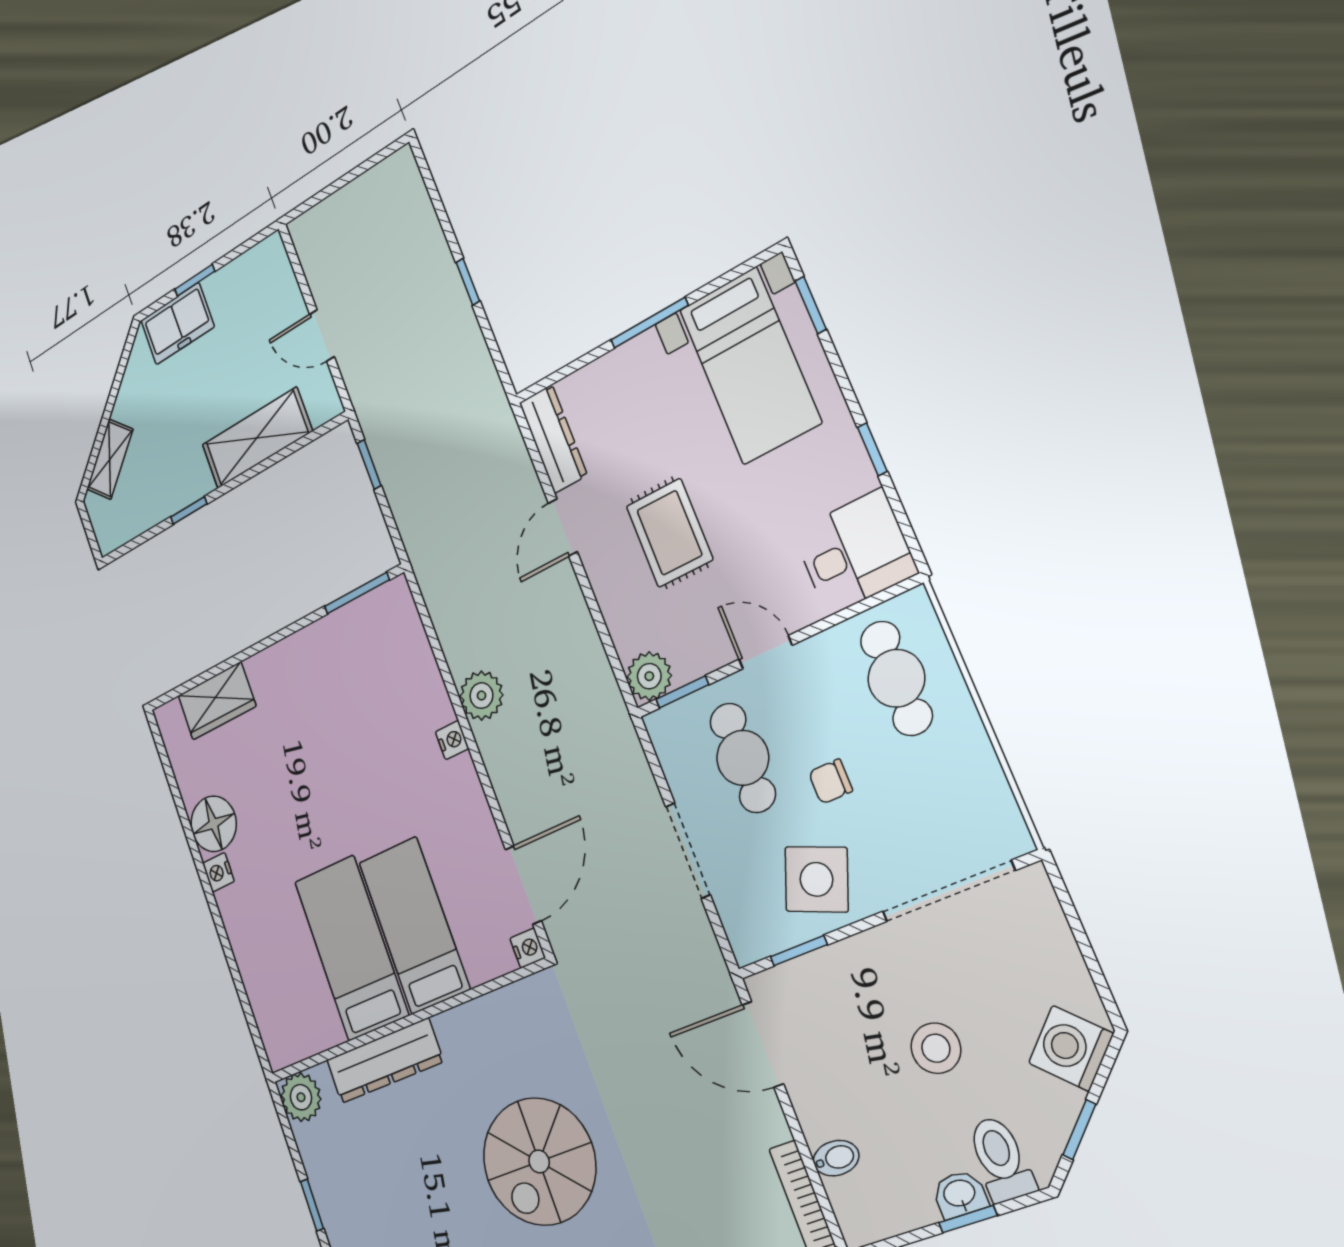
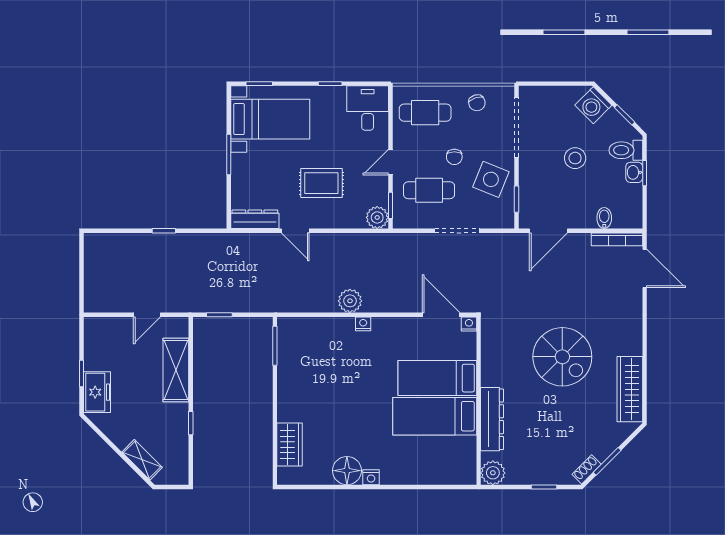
chair: (965, 782) -> (477, 103), added

